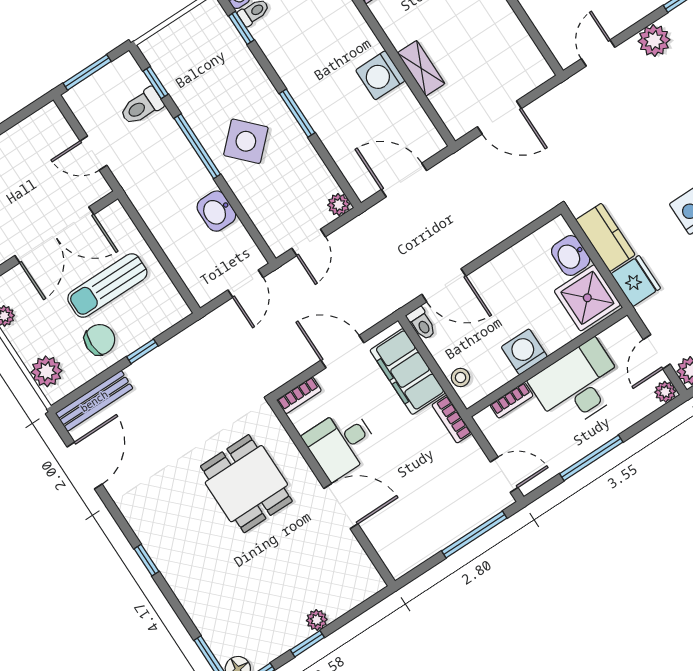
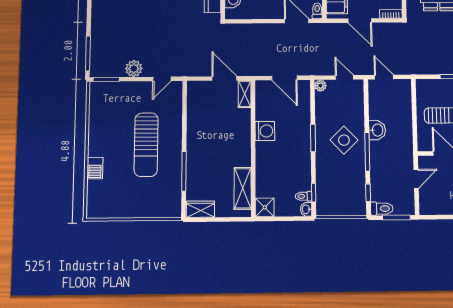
shelving: (421, 68) -> (245, 94), moved
toilet: (142, 107) -> (382, 209), moved
door: (93, 153) -> (416, 179), hinge flipped
washbasin: (216, 211) -> (377, 130), moved
door: (309, 242) -> (344, 77), hinge flipped
door: (246, 284) -> (384, 77), hinge flipped

